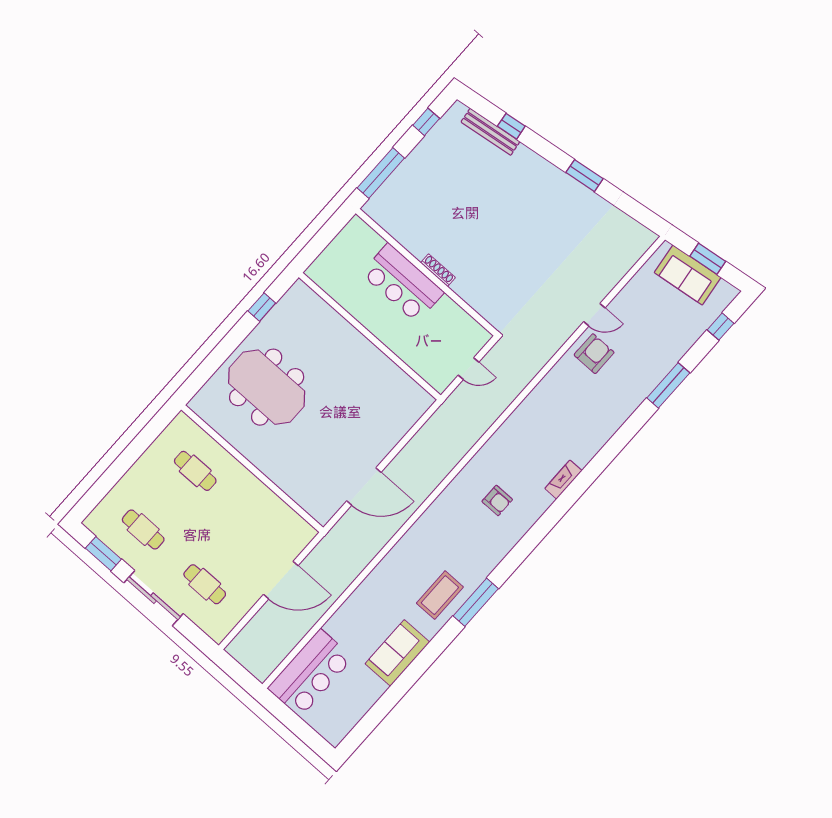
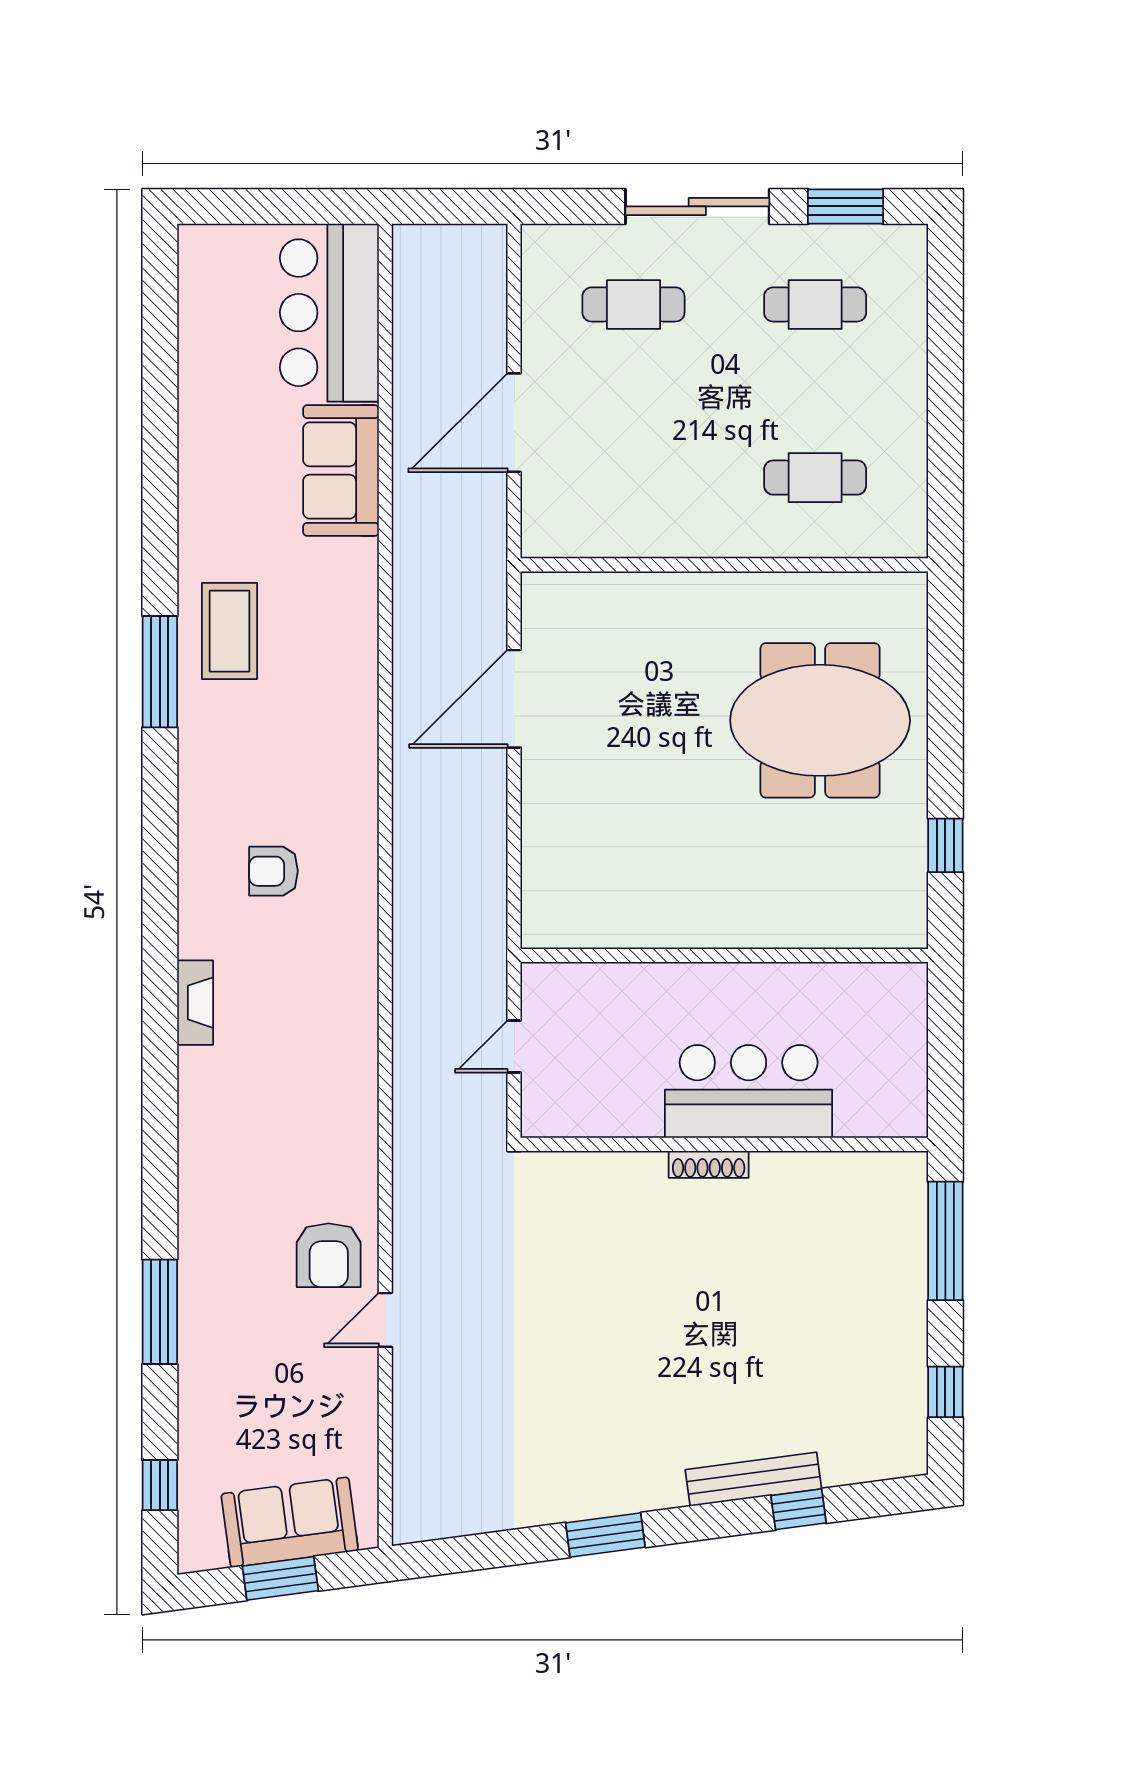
bench: (490, 132) -> (753, 1479), moved
sofa: (397, 653) -> (341, 471), moved, turned 180

